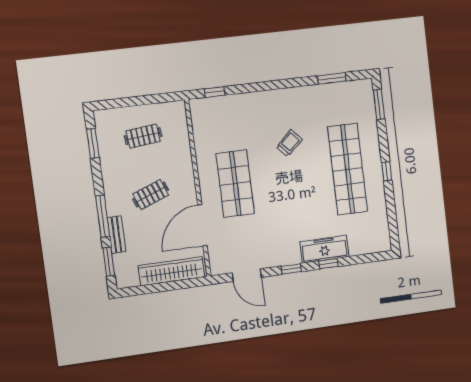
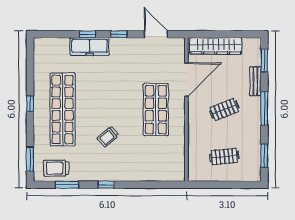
window: (215, 92) -> (106, 185), moved
trolley: (347, 97) -> (56, 168), added
window: (103, 216) -> (264, 108), moved

